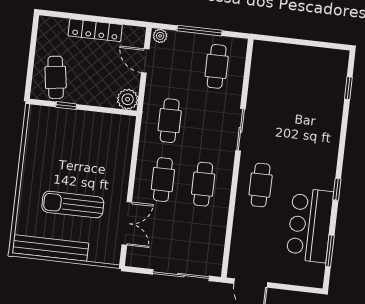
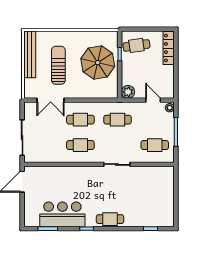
locker: (95, 30) -> (169, 48), moved
door: (145, 61) -> (153, 100), hinge flipped
parasol: (76, 142) -> (98, 63), added
cafe table: (261, 185) -> (110, 219), moved

